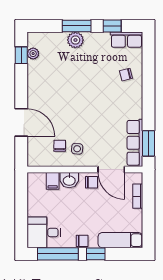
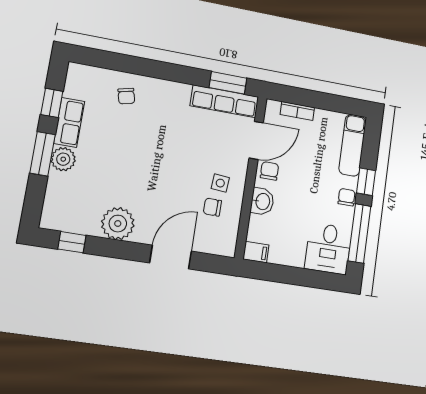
row of seats: (126, 40) -> (69, 122), moved
plant: (33, 54) -> (118, 224), moved, width x1.88, depth x1.88
filing cabinet: (53, 181) -> (256, 252), moved

